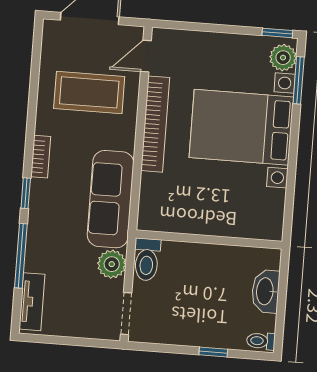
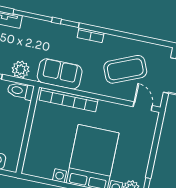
coffee table: (89, 92) -> (125, 69), turned 67
bookcase: (155, 124) -> (69, 100), moved
sofa: (111, 199) -> (60, 74), width x0.73

